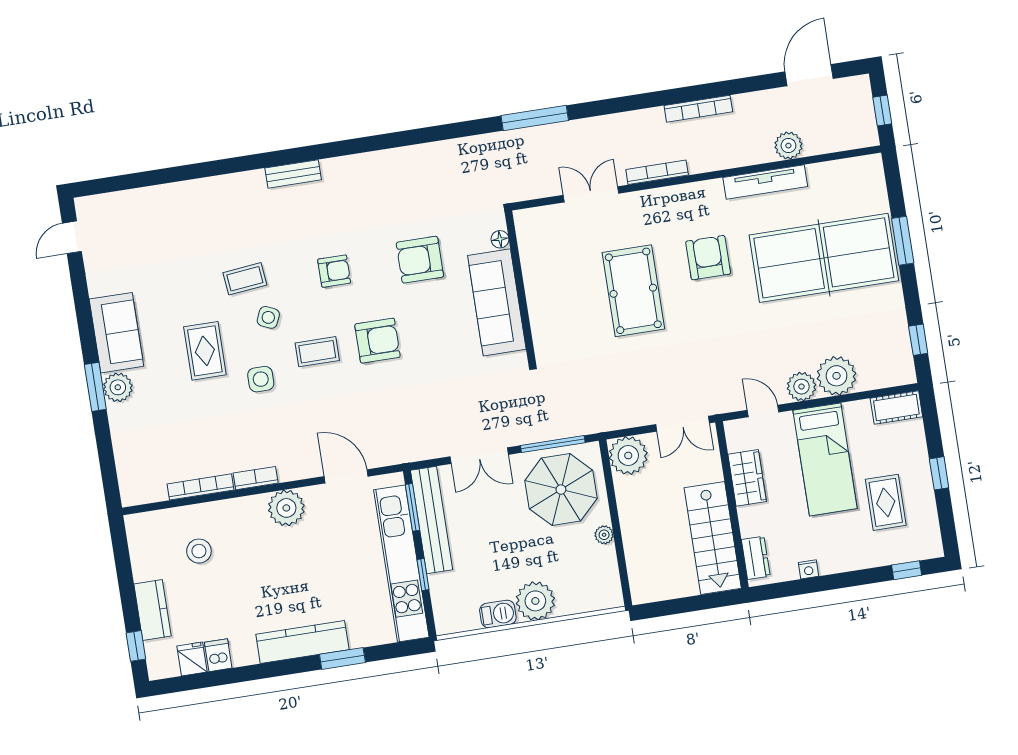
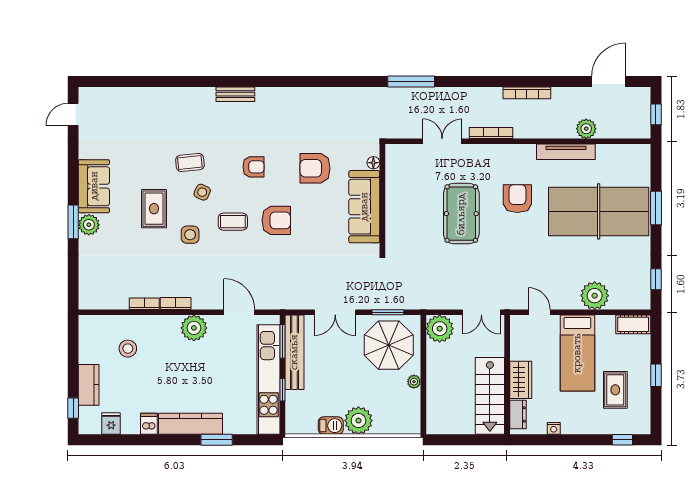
plant: (802, 387) -> (569, 299), removed
window: (553, 444) -> (388, 312), width x0.69
wardrobe: (747, 478) -> (521, 380), moved
bookcase: (200, 487) -> (144, 304), width x0.64
dishwasher: (218, 655) -> (149, 424), moved

